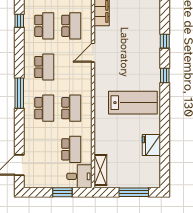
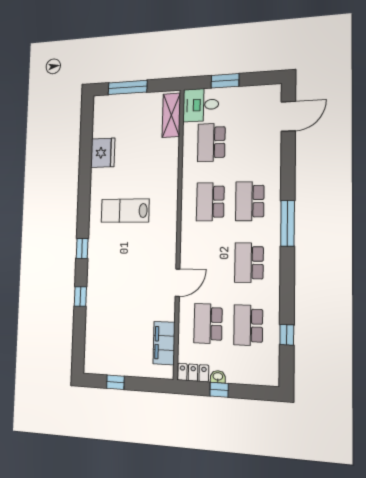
lab bench: (133, 103) -> (125, 211), width x0.73, depth x0.72

